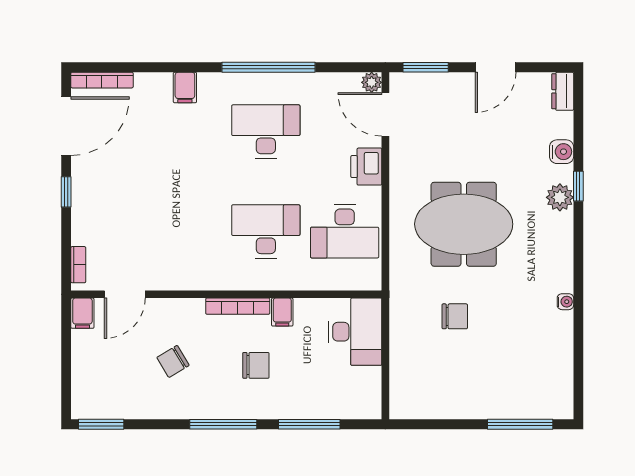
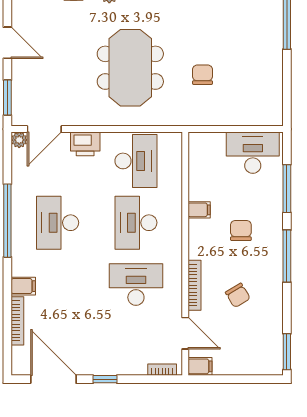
bookcase: (102, 80) -> (17, 321), moved
desk: (187, 231) -> (136, 284), added
bookcase: (238, 306) -> (194, 285), moved
desk: (355, 332) -> (253, 153), moved

